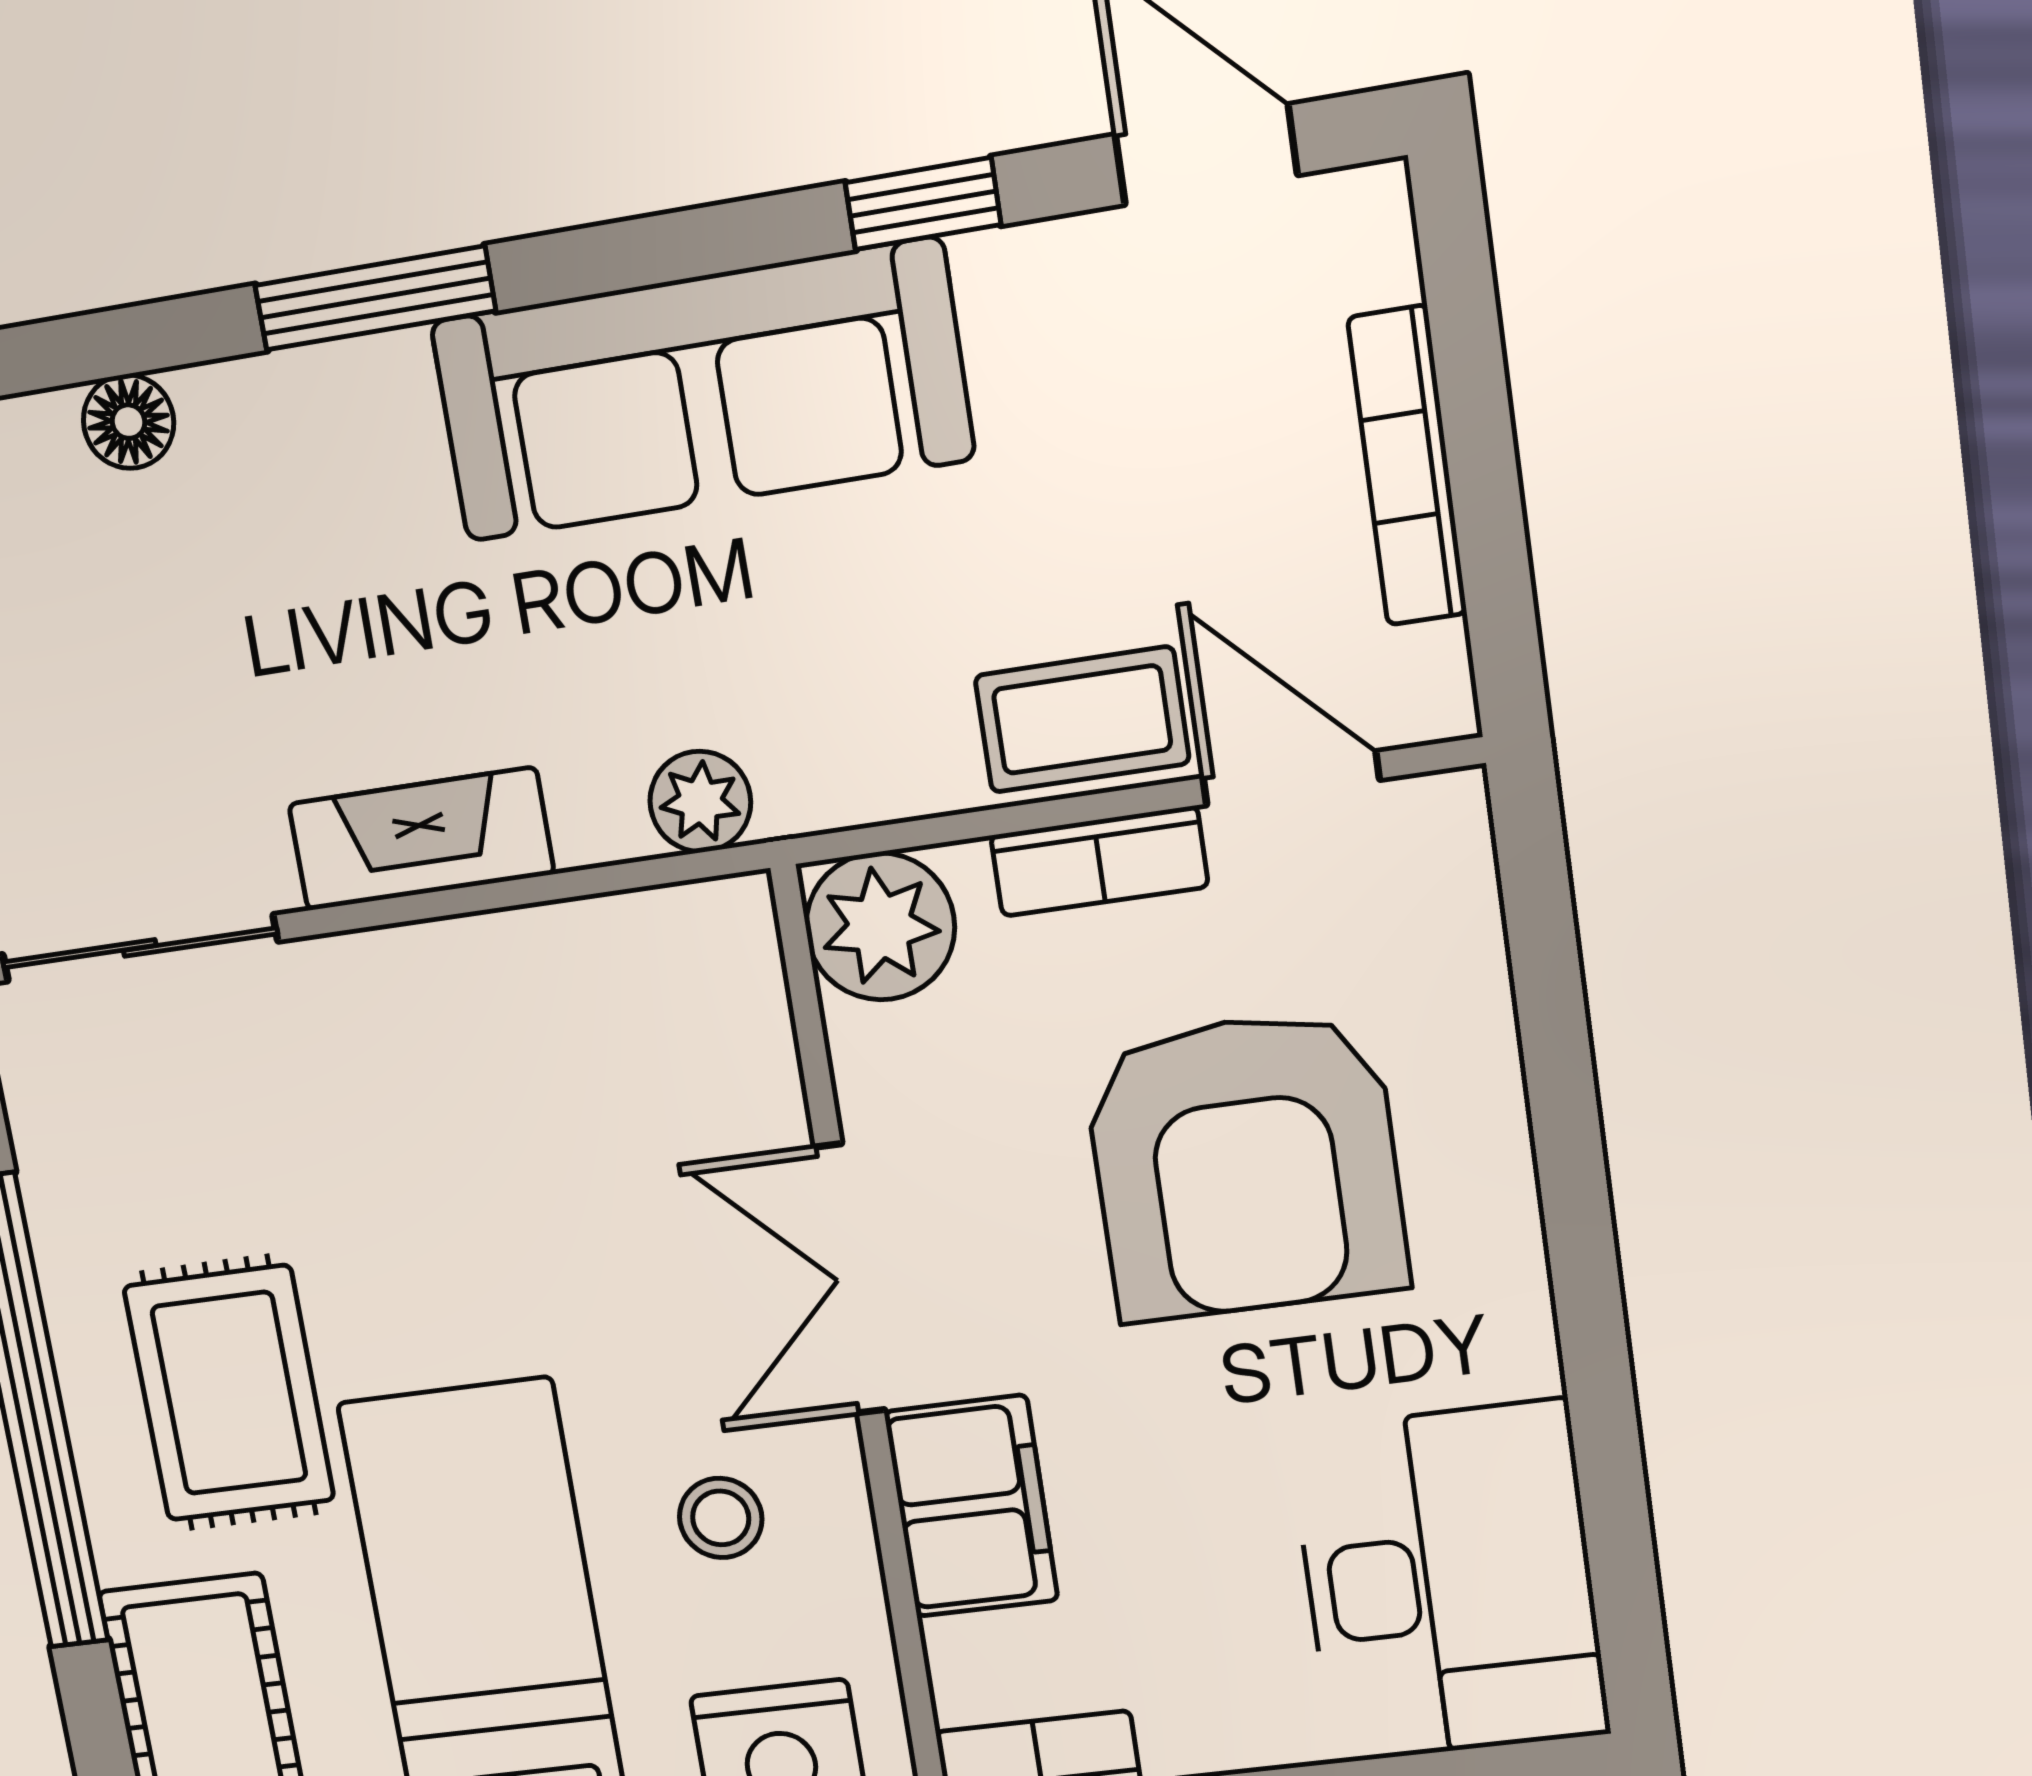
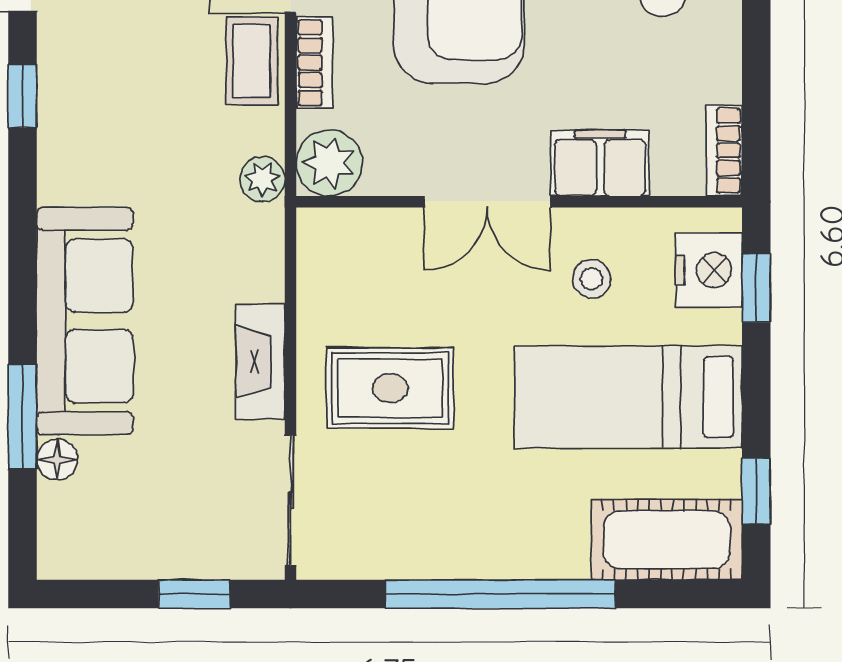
window: (375, 298) -> (22, 417), moved
sofa: (702, 390) -> (85, 321), moved
plant: (700, 802) -> (262, 179), moved
rug: (229, 1393) -> (390, 388), moved

